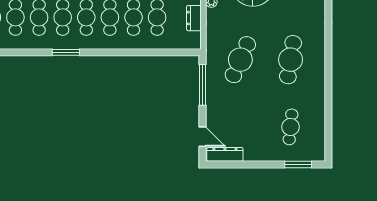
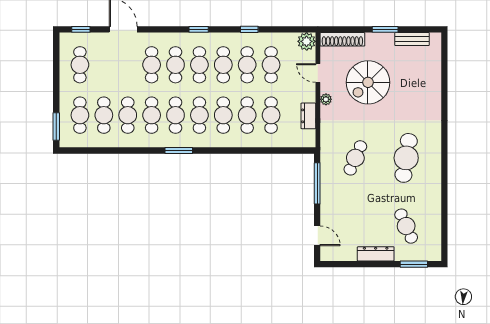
cafe table: (240, 60) -> (355, 158), width x0.73, depth x0.74
cafe table: (291, 127) -> (406, 226), turned -30
dresser: (225, 154) -> (376, 254), moved

